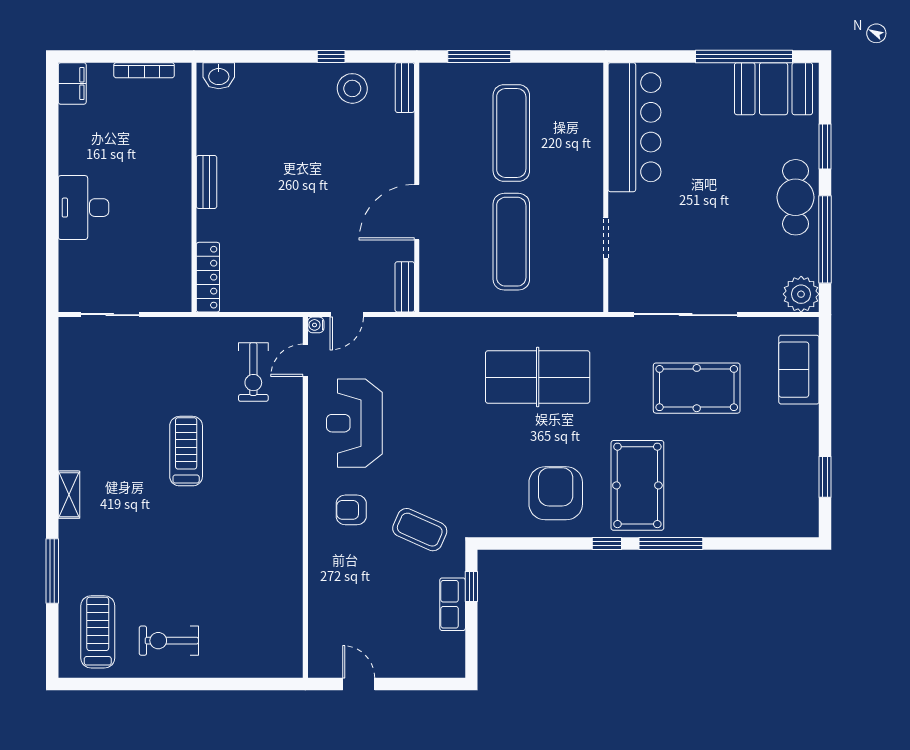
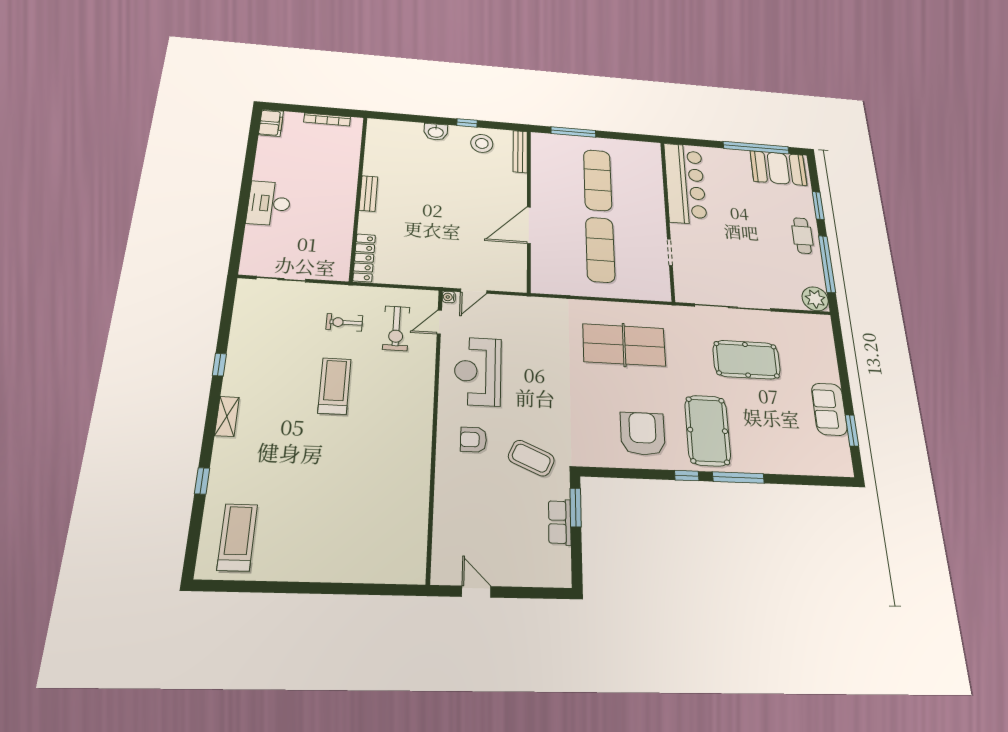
washbasin: (219, 76) -> (436, 132), moved
bench: (405, 88) -> (520, 152), width x1.36
cafe table: (796, 197) -> (802, 236), width x0.73, depth x0.74
bench: (405, 287) -> (520, 275), removed
sofa: (799, 370) -> (829, 409), moved
window: (52, 432) -> (219, 365), added
window: (52, 571) -> (202, 481), width x0.46
window: (471, 587) -> (576, 507), width x1.50
exercise bike: (169, 641) -> (344, 322), moved, width x0.73, depth x0.72

